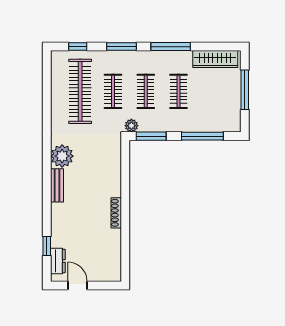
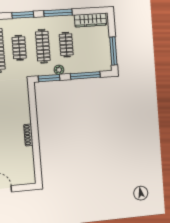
window: (245, 90) -> (113, 51), moved
clothes rail: (146, 91) -> (43, 46), width x1.36
plant: (131, 126) -> (59, 70), moved

